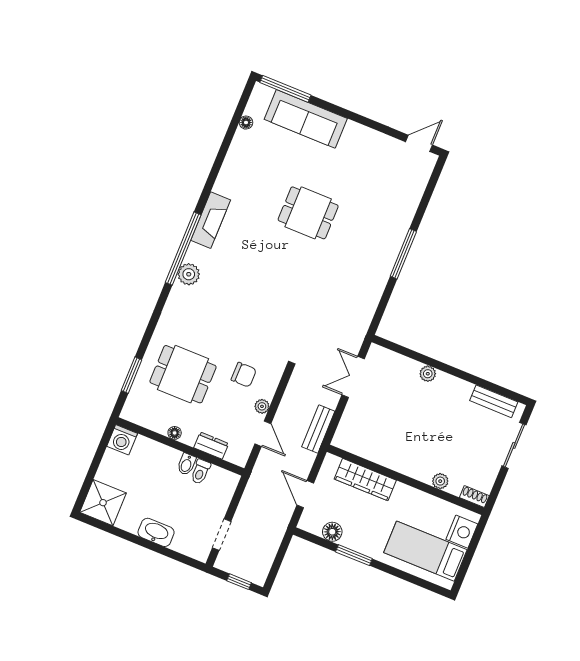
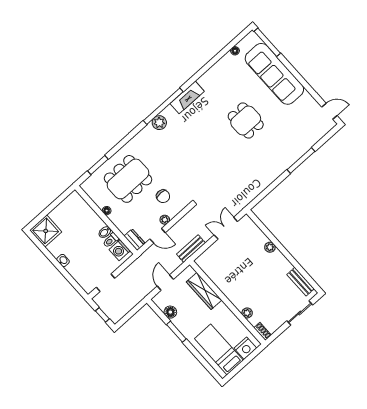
sofa: (306, 119) -> (274, 74), width x1.36, depth x1.27
window: (403, 254) -> (301, 161), moved
dining table: (183, 374) -> (128, 179), width x1.37
door: (263, 434) -> (158, 236), hinge flipped
washing machine: (122, 440) -> (120, 250), moved
dresser: (211, 446) -> (135, 240), moved
washbasin: (156, 532) -> (63, 261), width x0.52, depth x0.69

